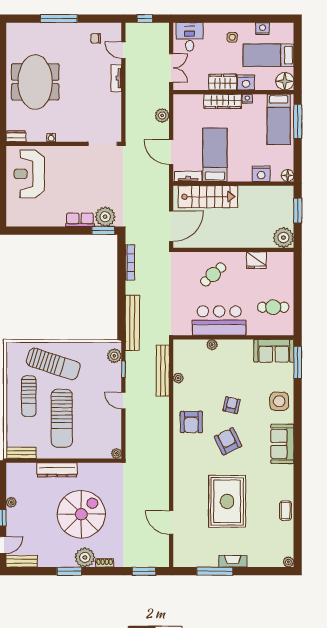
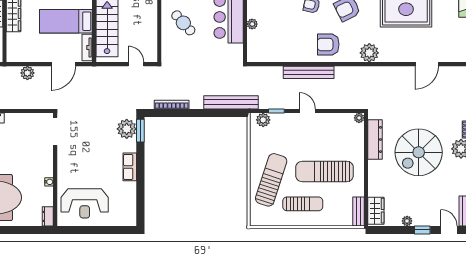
row of seats: (80, 220) -> (130, 167), moved
door: (171, 226) -> (136, 64), width x0.53
bench: (163, 371) -> (309, 72), moved
plant: (178, 378) -> (369, 53), moved, width x1.88, depth x1.88
door: (123, 401) -> (307, 111), swing flipped
sun lounger: (62, 418) -> (324, 171), turned 180
armchair: (191, 422) -> (328, 44), turned 180
dresser: (57, 470) -> (375, 139), moved
wardrobe: (22, 471) -> (376, 211), added
spiral stairs: (81, 514) -> (419, 152), turned -90

